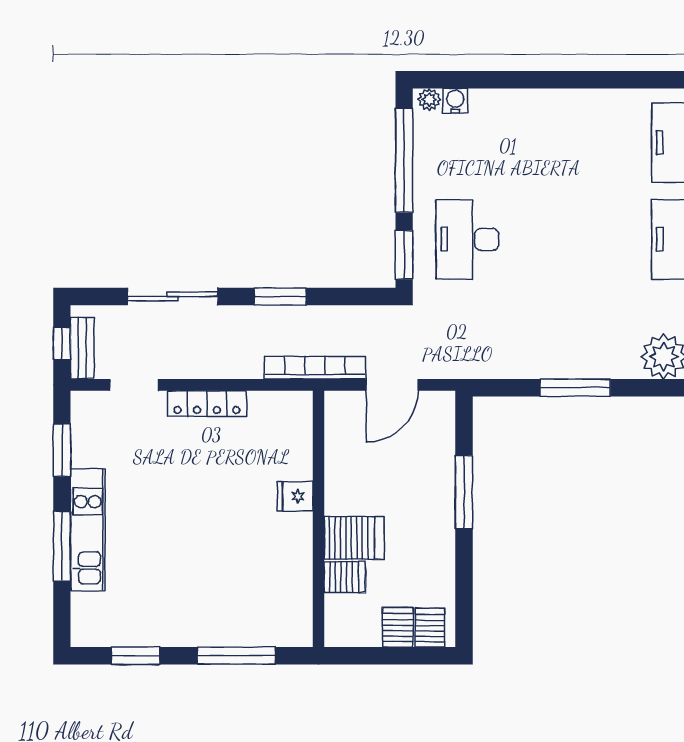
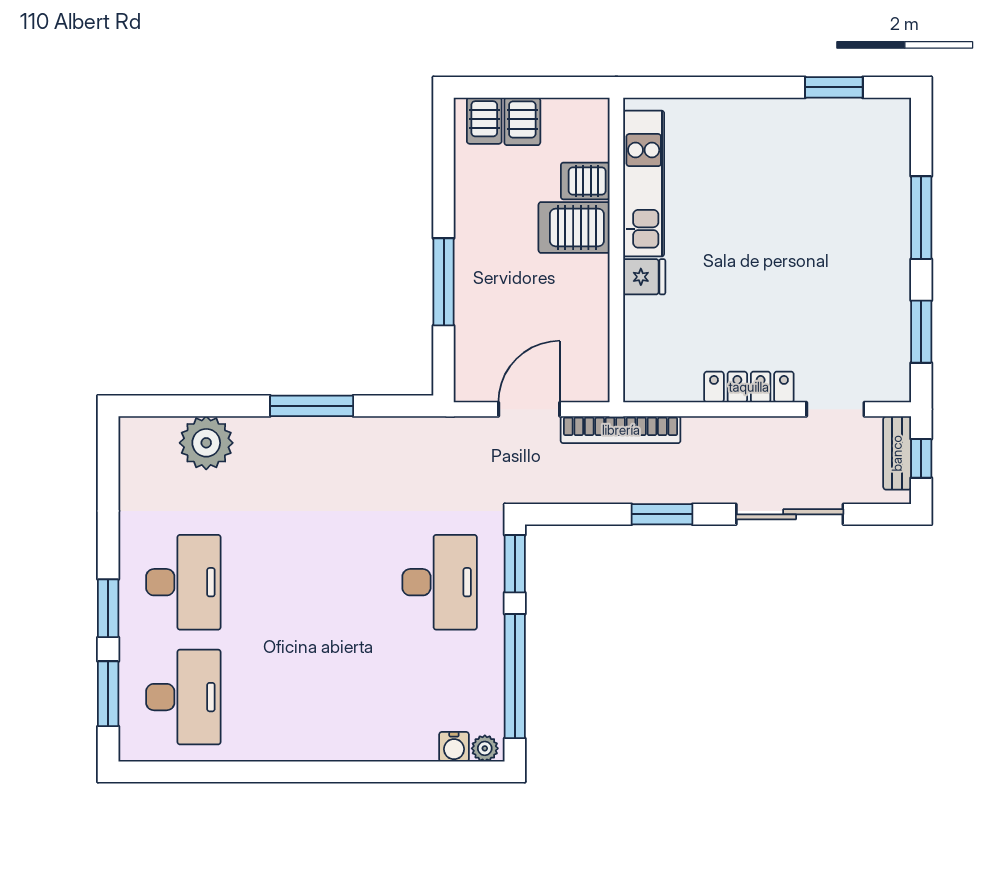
kitchen unit: (88, 530) -> (644, 184), moved, turned 180
window: (236, 656) -> (714, 87), removed

